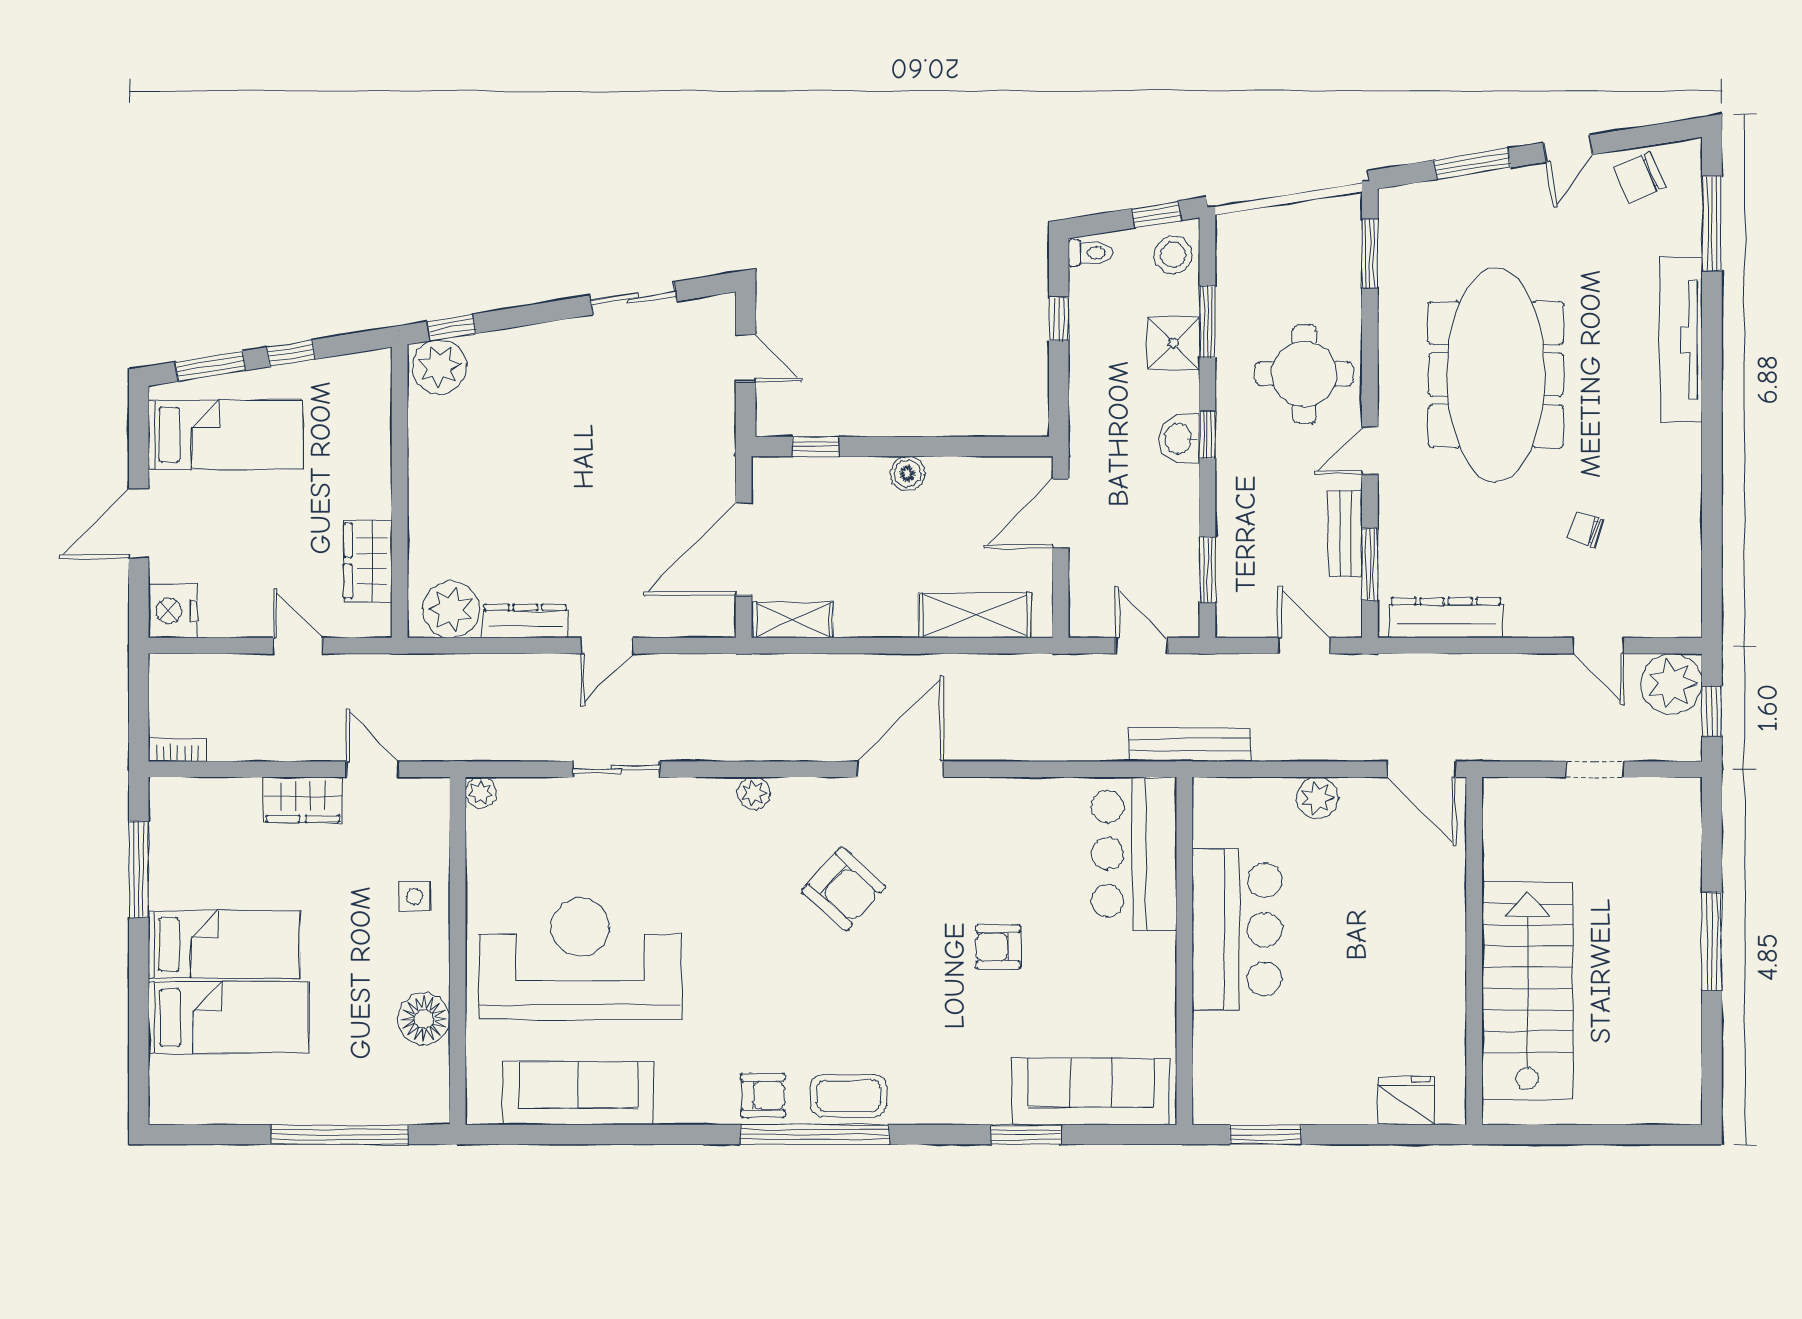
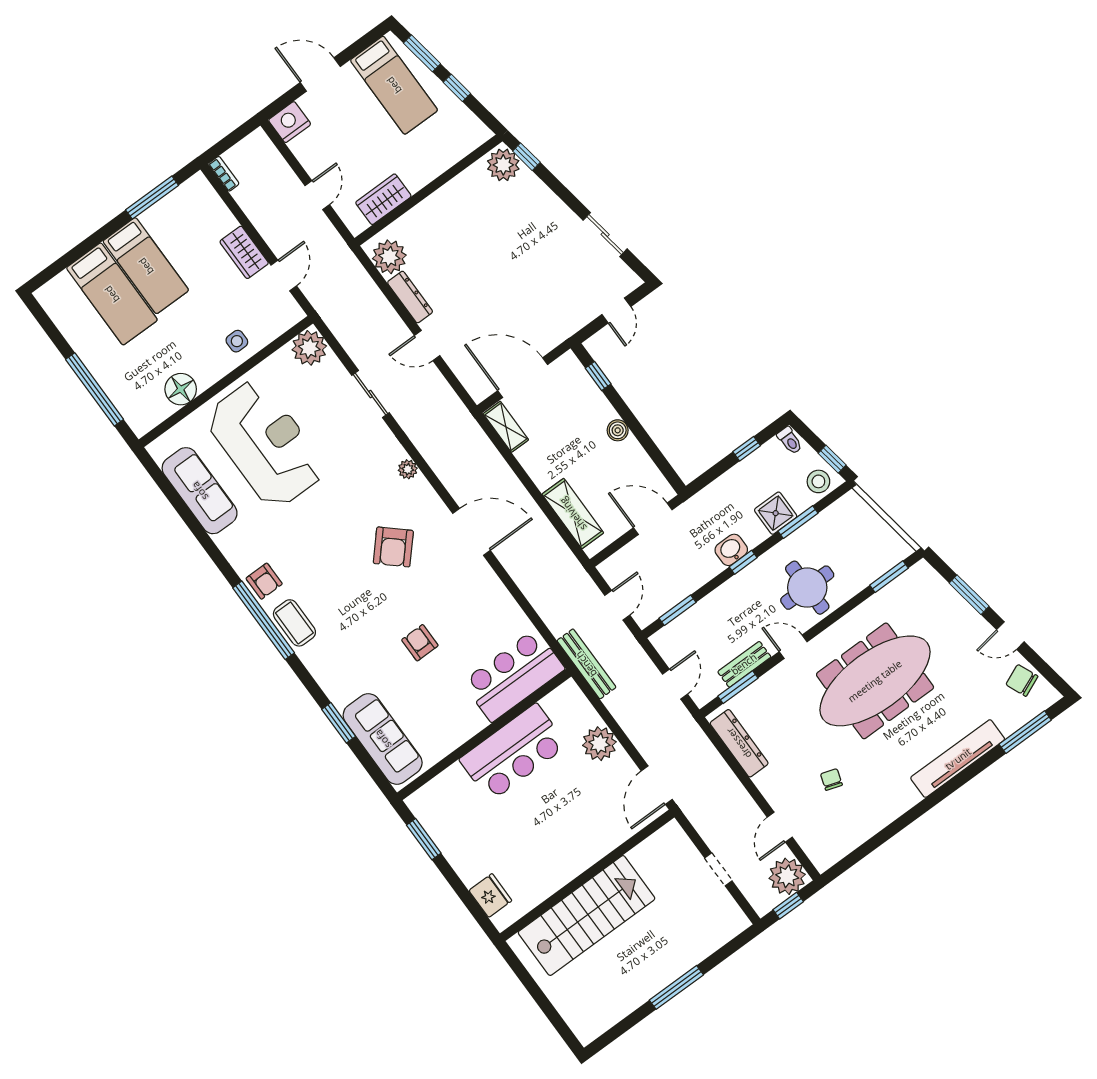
plant: (481, 793) -> (309, 348), width x1.87, depth x1.87
plant: (1317, 798) -> (599, 744), width x1.36, depth x1.36

